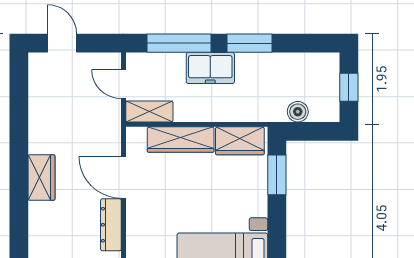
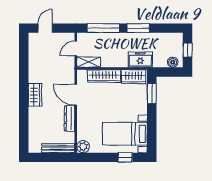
door: (62, 43) -> (45, 28), hinge flipped
freezer: (210, 68) -> (140, 60), moved, turned 180
door: (123, 84) -> (76, 48), hinge flipped
boiler: (298, 112) -> (173, 62), moved

